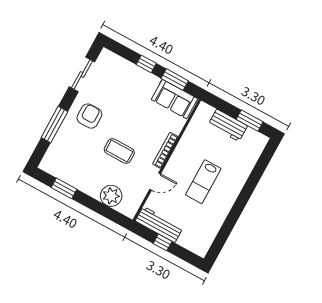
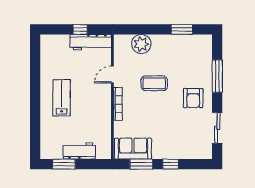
lab bench: (203, 182) -> (62, 98), moved

